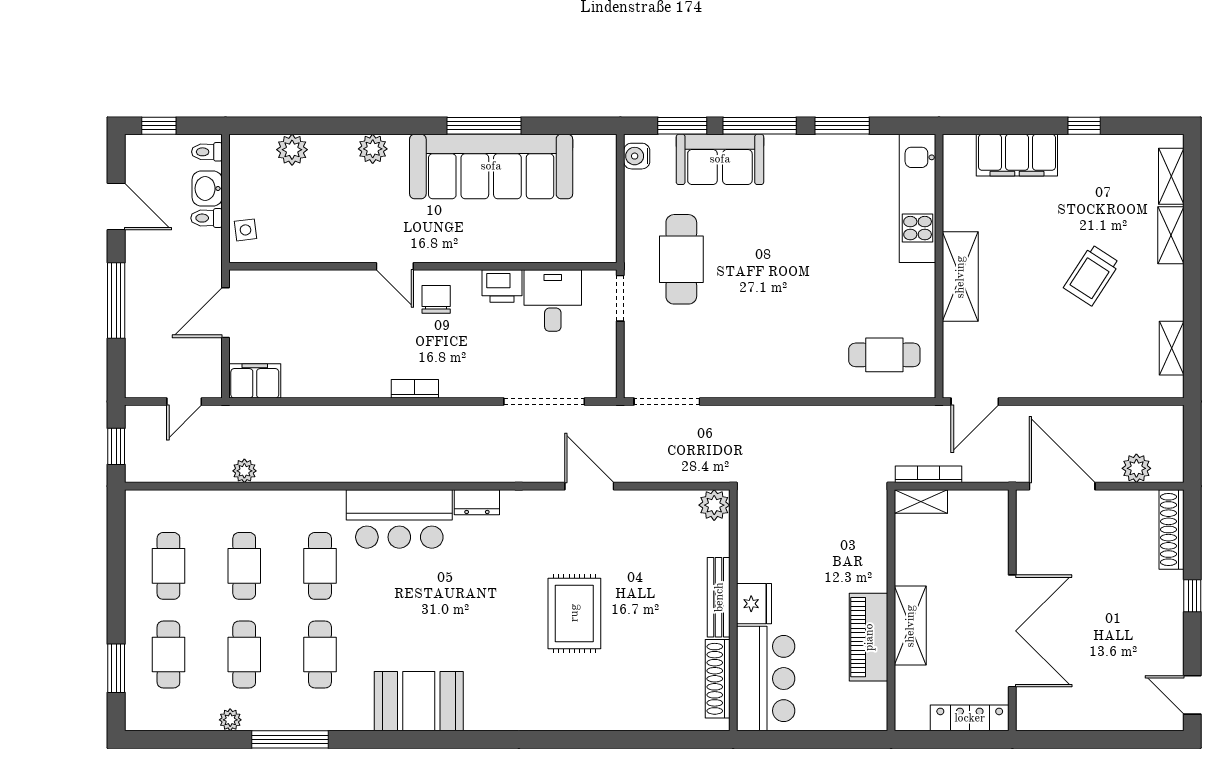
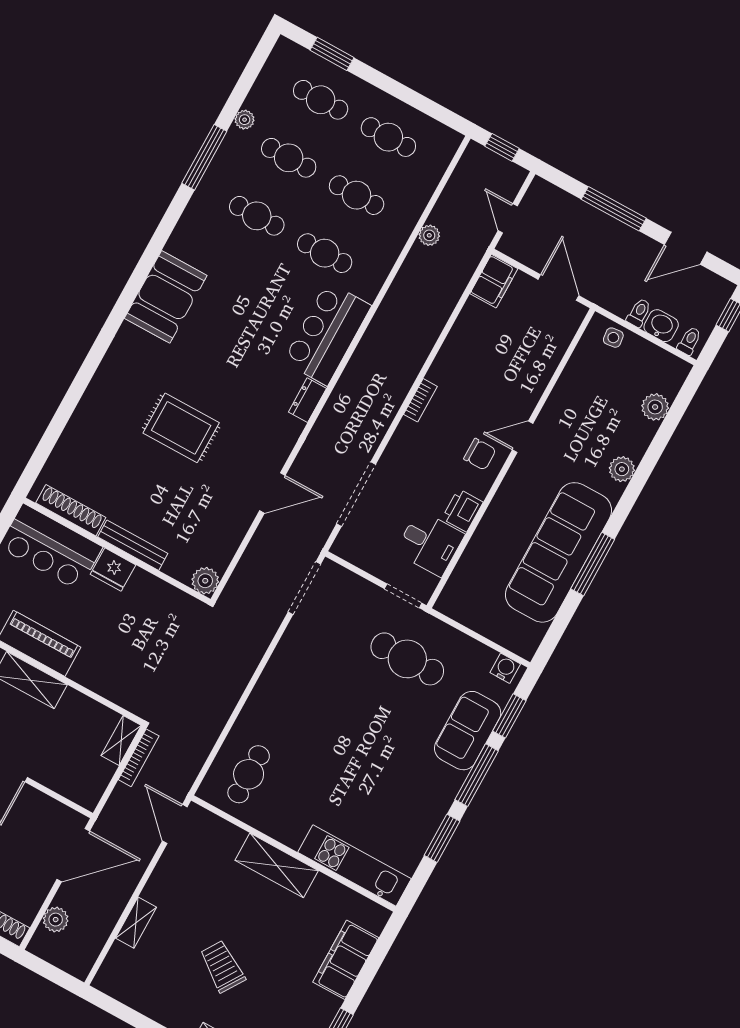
shelving: (1172, 348) -> (136, 923), moved, turned 90
booth: (419, 701) -> (166, 297), moved

